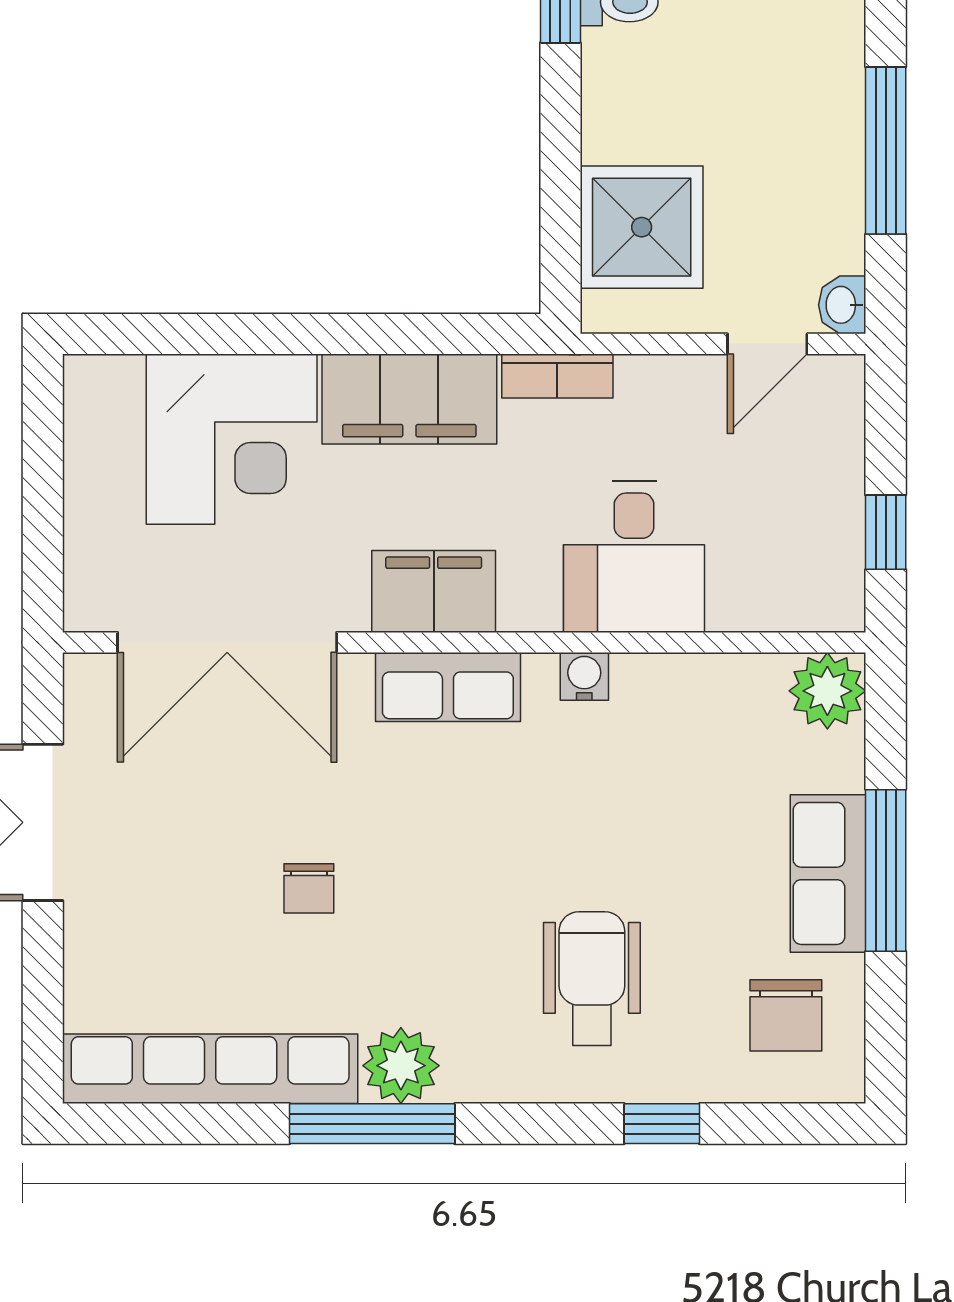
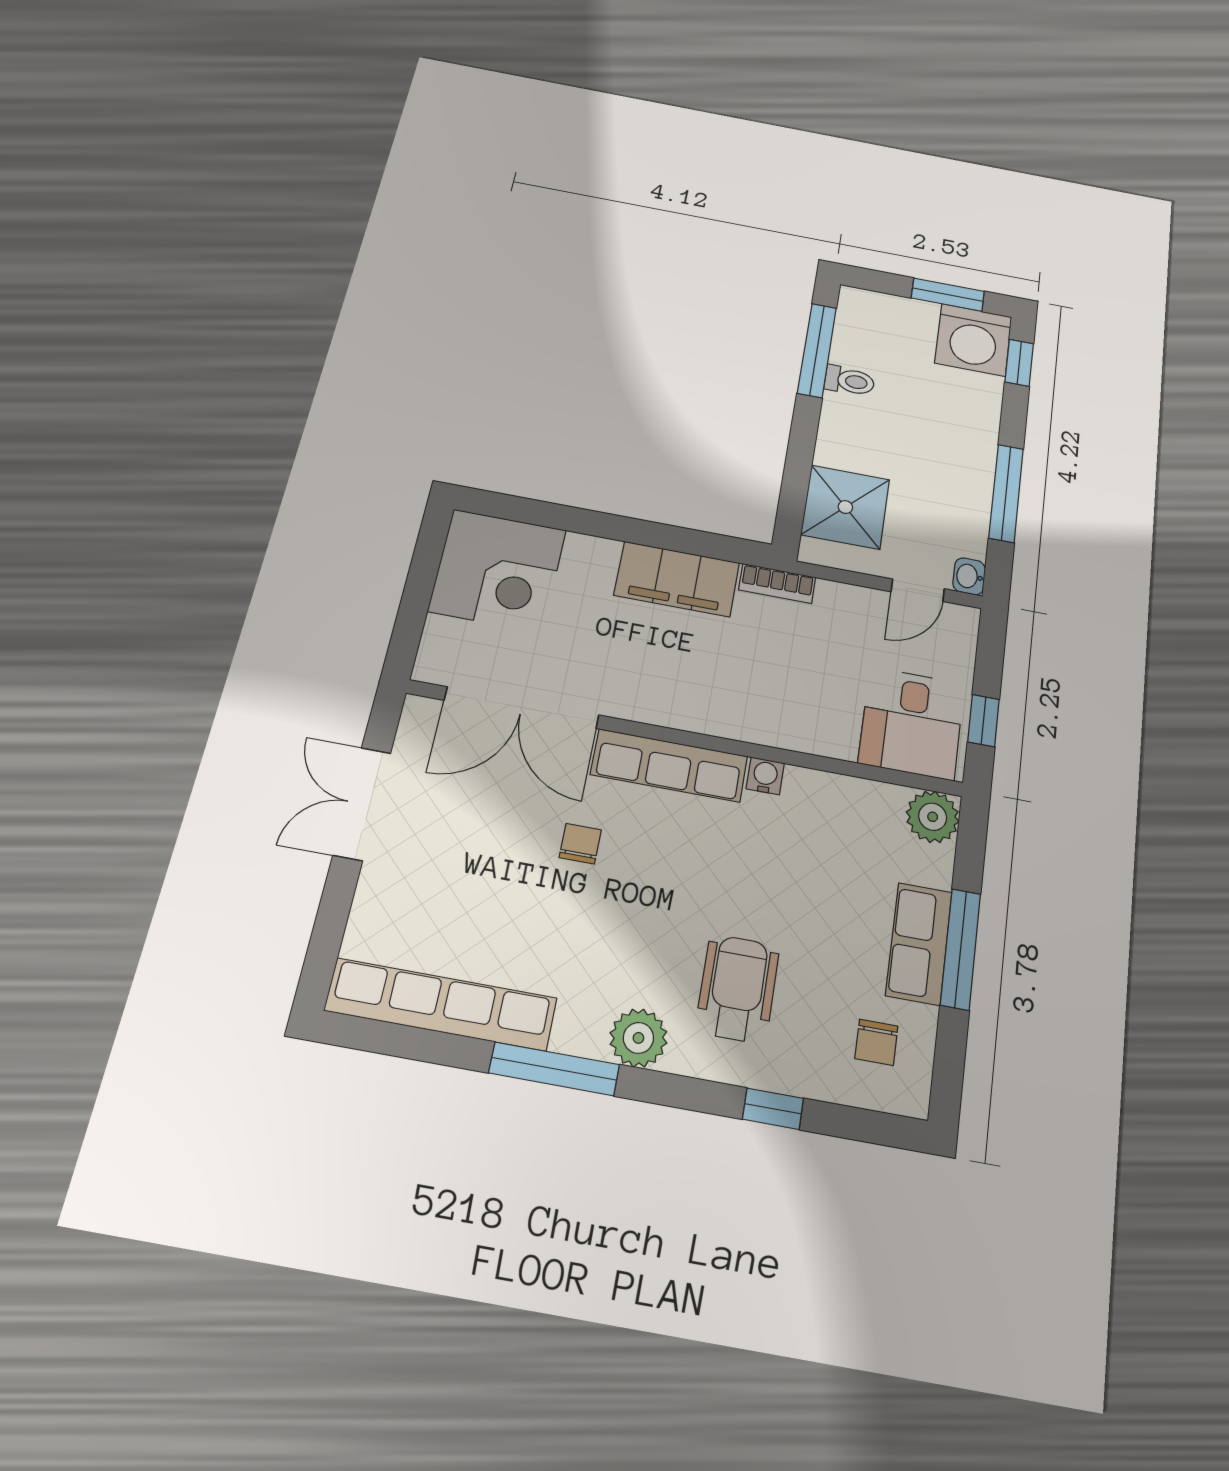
corner desk: (232, 439) -> (498, 570), moved
desk: (634, 557) -> (912, 723), moved
filing cabinet: (434, 591) -> (671, 701), removed
row of seats: (448, 687) -> (669, 765), width x1.48
chair: (309, 888) -> (580, 844), moved, turned 180
chair: (786, 1015) -> (876, 1042), width x0.73, depth x0.73
plant: (401, 1066) -> (638, 1038), moved

